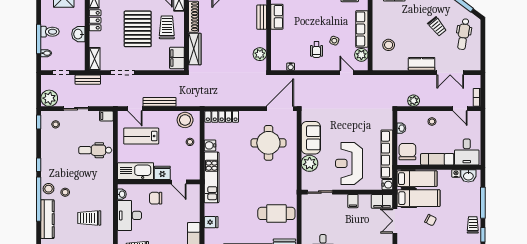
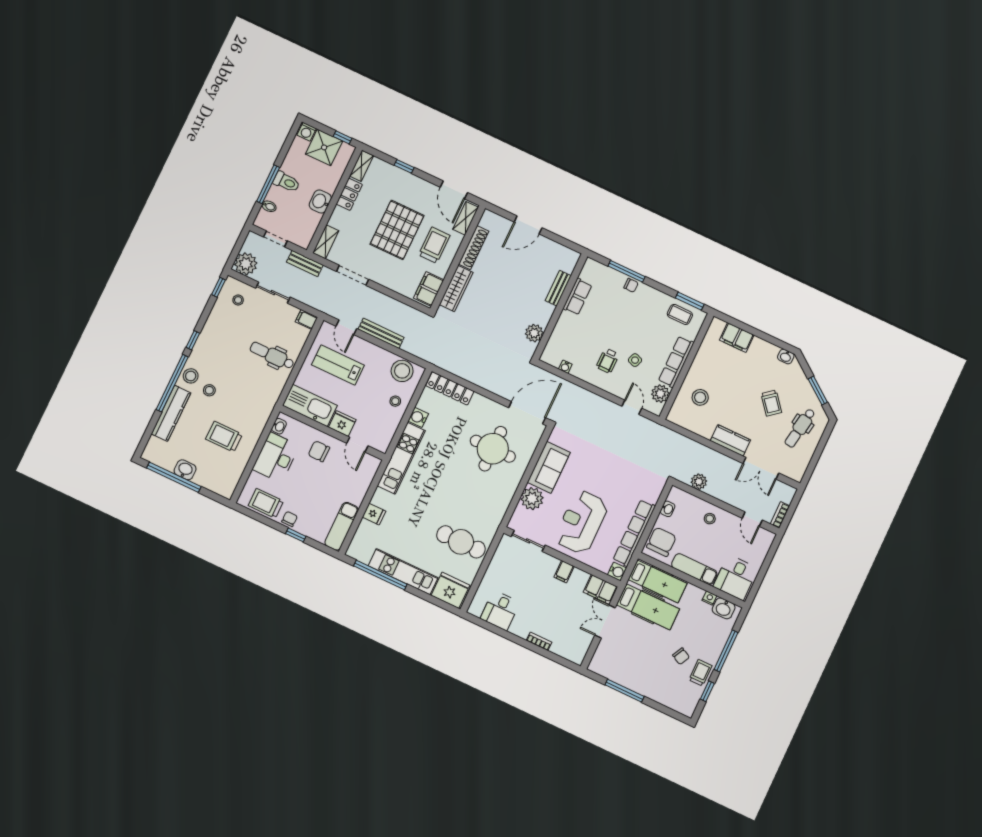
chair: (431, 220) -> (681, 656), moved

